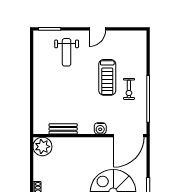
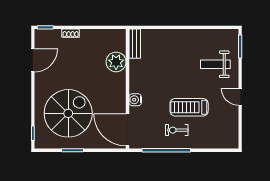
bench: (63, 129) -> (135, 44), moved
plant: (42, 147) -> (116, 62), moved

